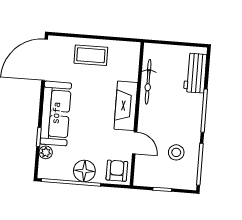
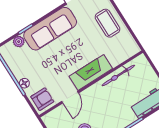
floor lamp: (84, 171) -> (24, 83), width x0.53, depth x0.53

